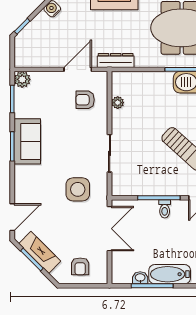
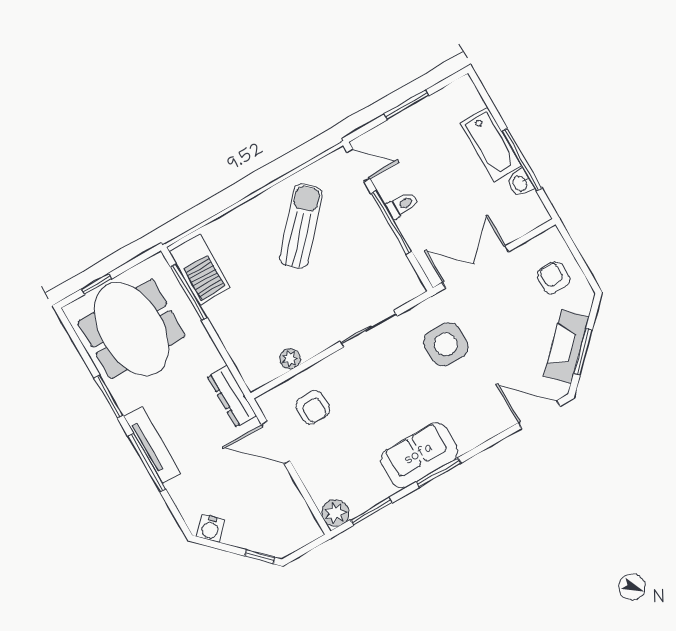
armchair: (80, 266) -> (553, 278), turned -90

